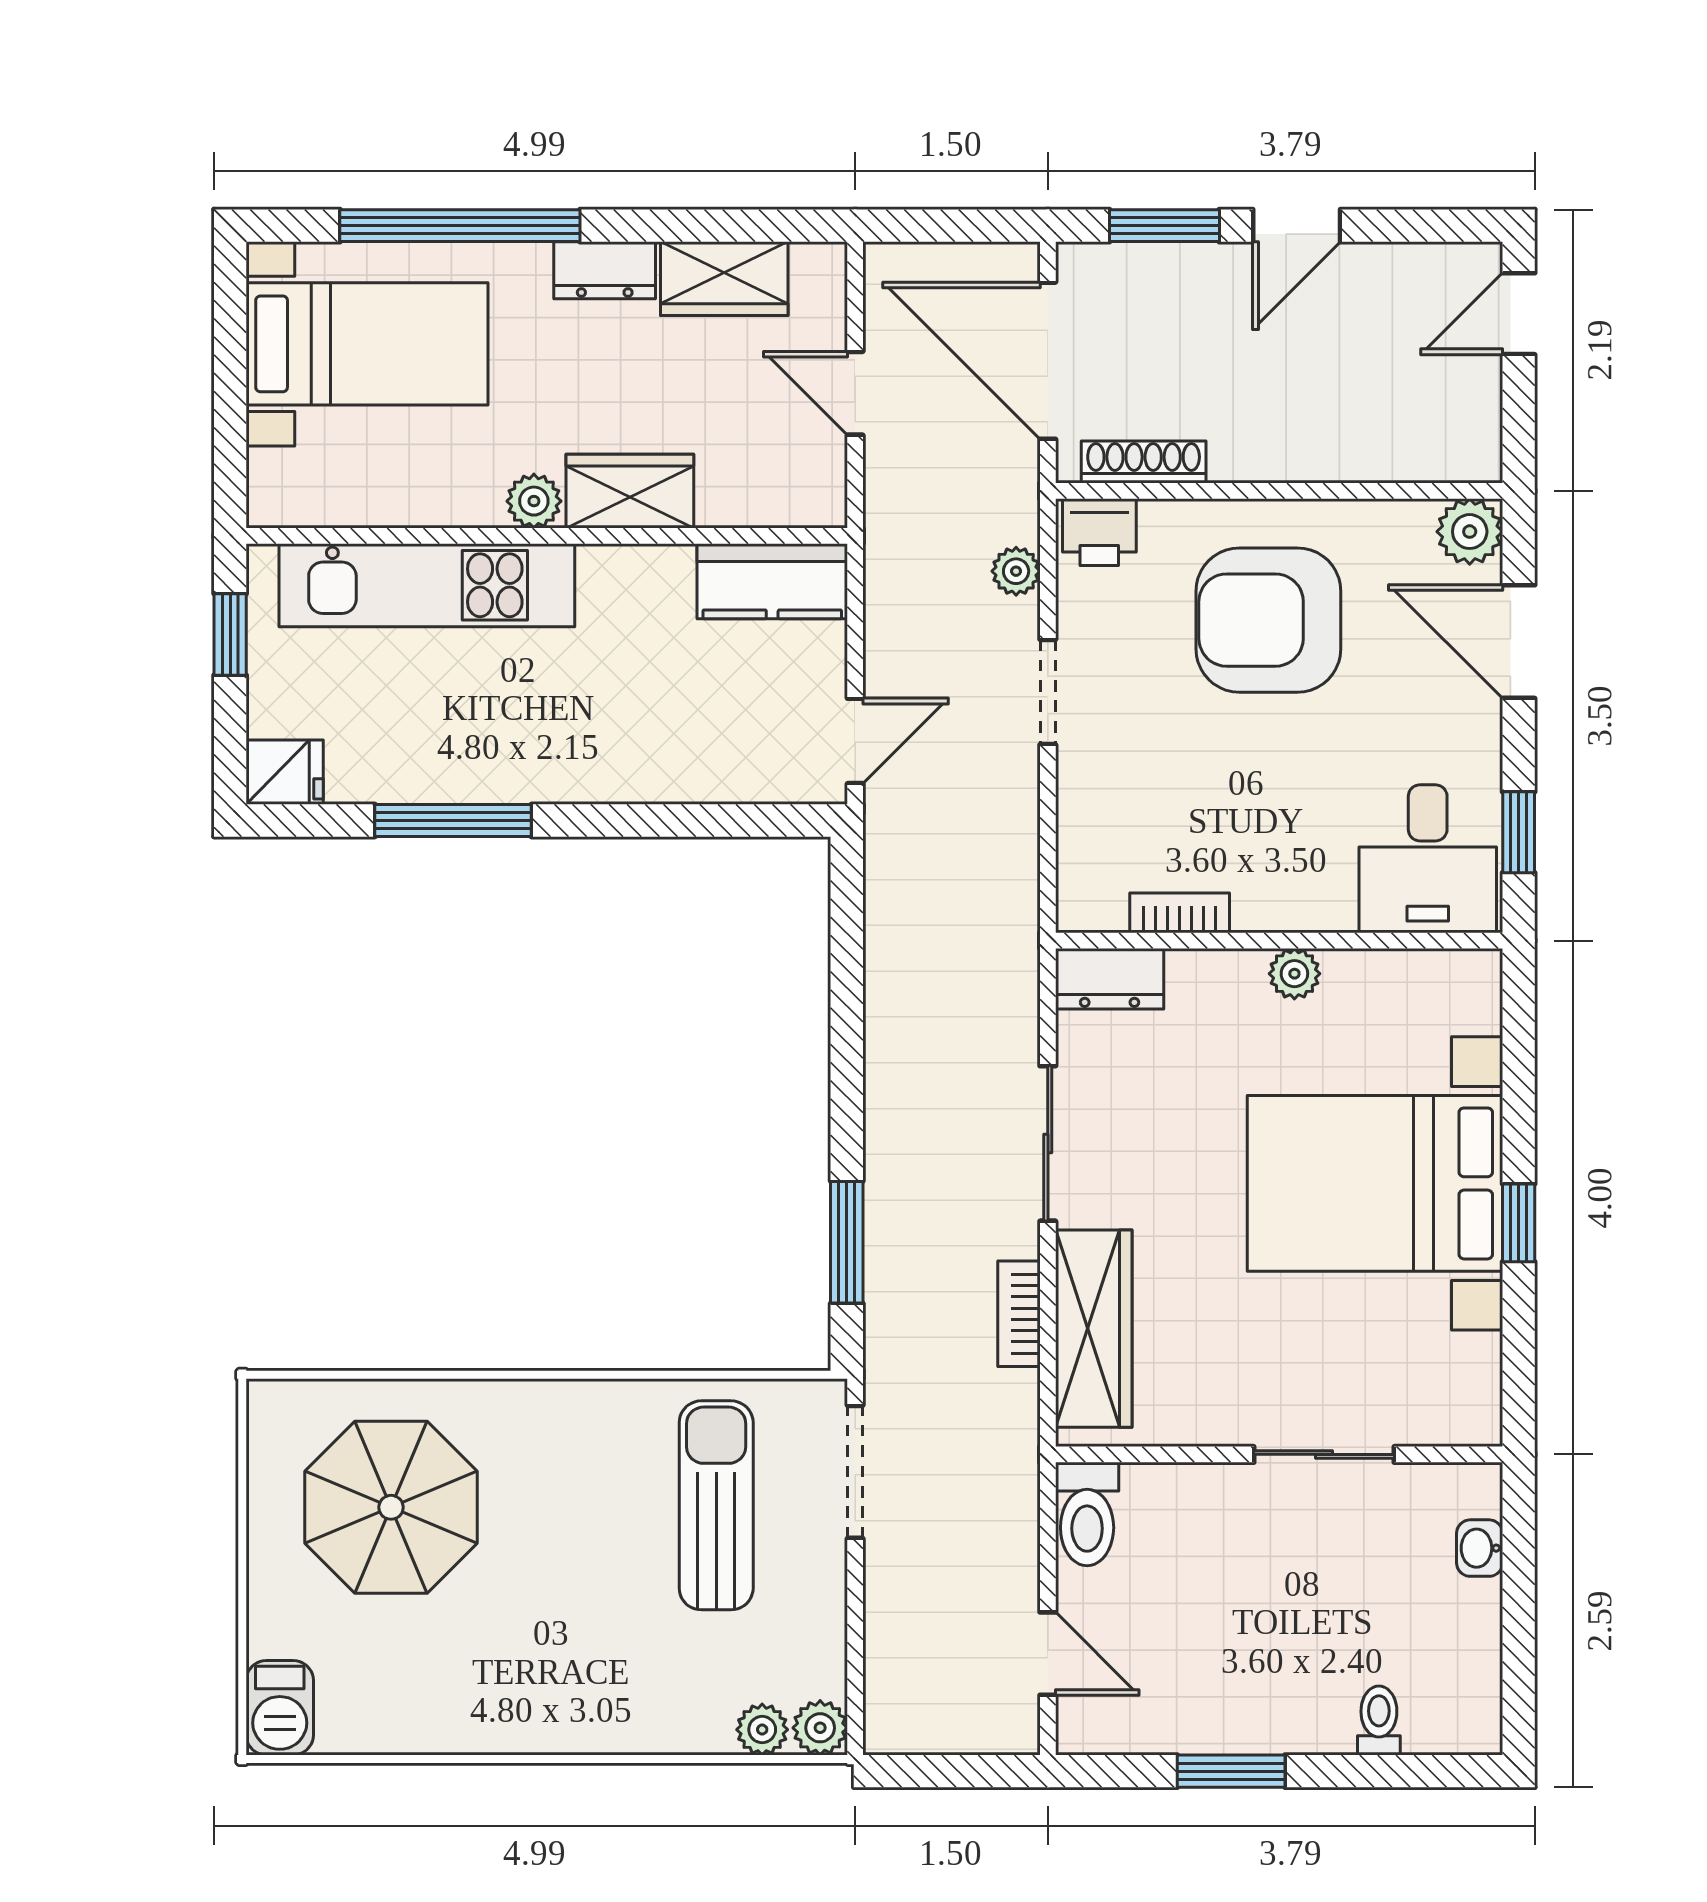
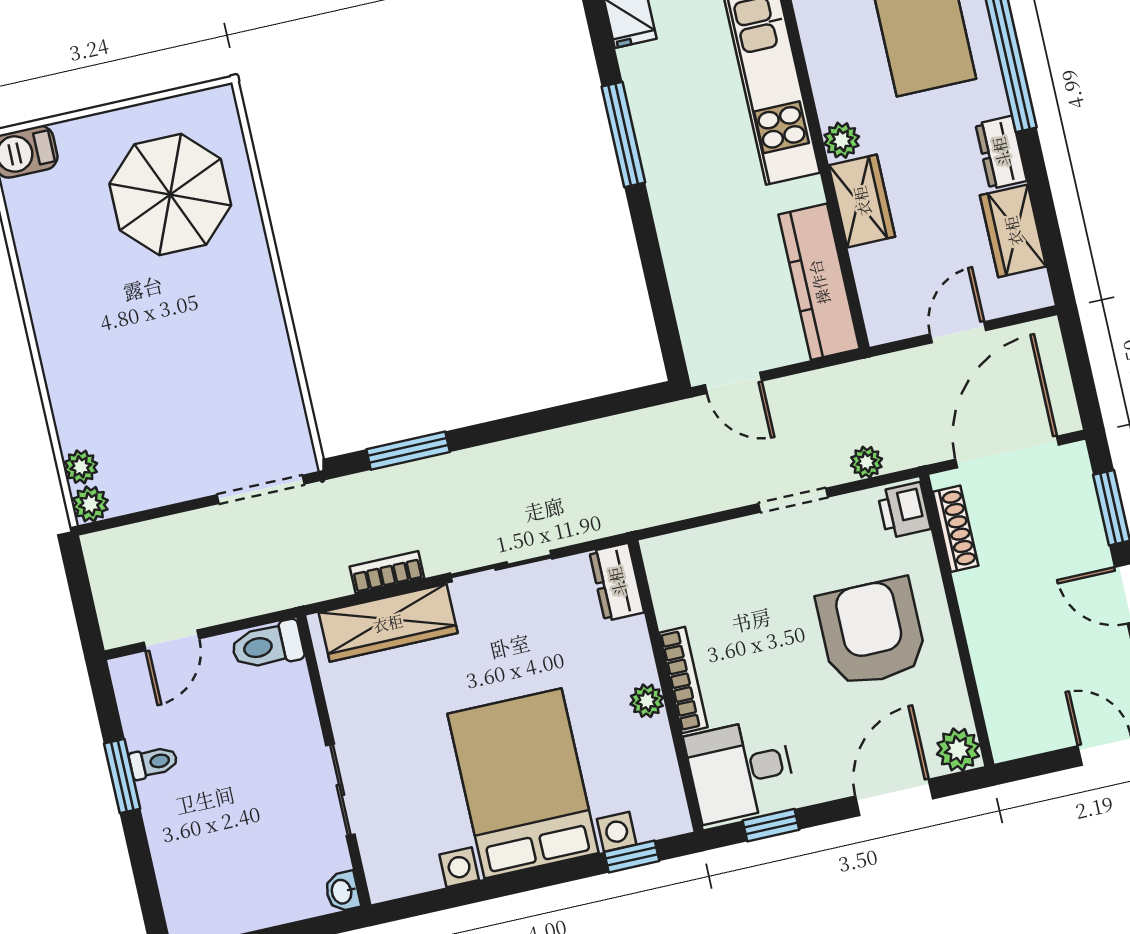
kitchen counter: (772, 581) -> (819, 282), width x1.50
bookcase: (1180, 913) -> (683, 680), moved, width x1.56
window: (1519, 1223) -> (632, 856), moved
sun lounger: (716, 1505) -> (219, 404), removed
washbasin: (1480, 1548) -> (342, 892), moved, turned -90
toilet: (1379, 1720) -> (153, 762), moved

